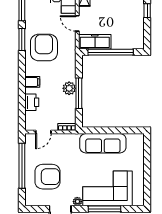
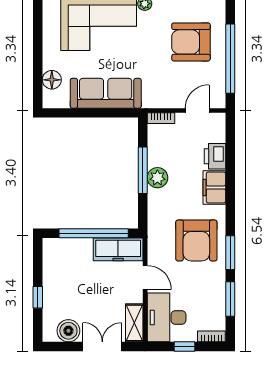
filing cabinet: (32, 82) -> (214, 187), width x2.00
floor lamp: (138, 152) -> (52, 80), added

